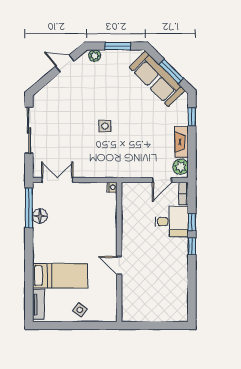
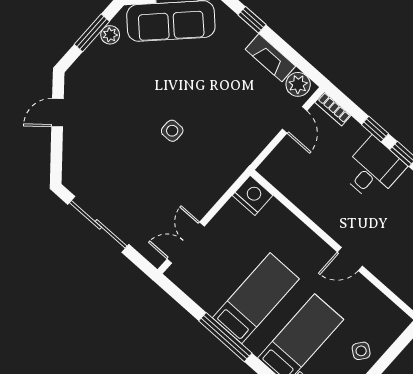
plant: (94, 56) -> (110, 35), moved
nightstand: (112, 187) -> (253, 195), width x1.89, depth x1.79
window: (29, 208) -> (225, 337), moved
floor lamp: (40, 216) -> (210, 300), removed
desk: (172, 222) -> (373, 169), moved
bed: (60, 237) -> (256, 298), added

